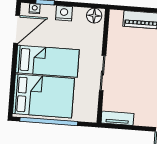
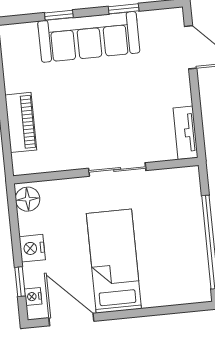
bed: (43, 96) -> (171, 258), removed

